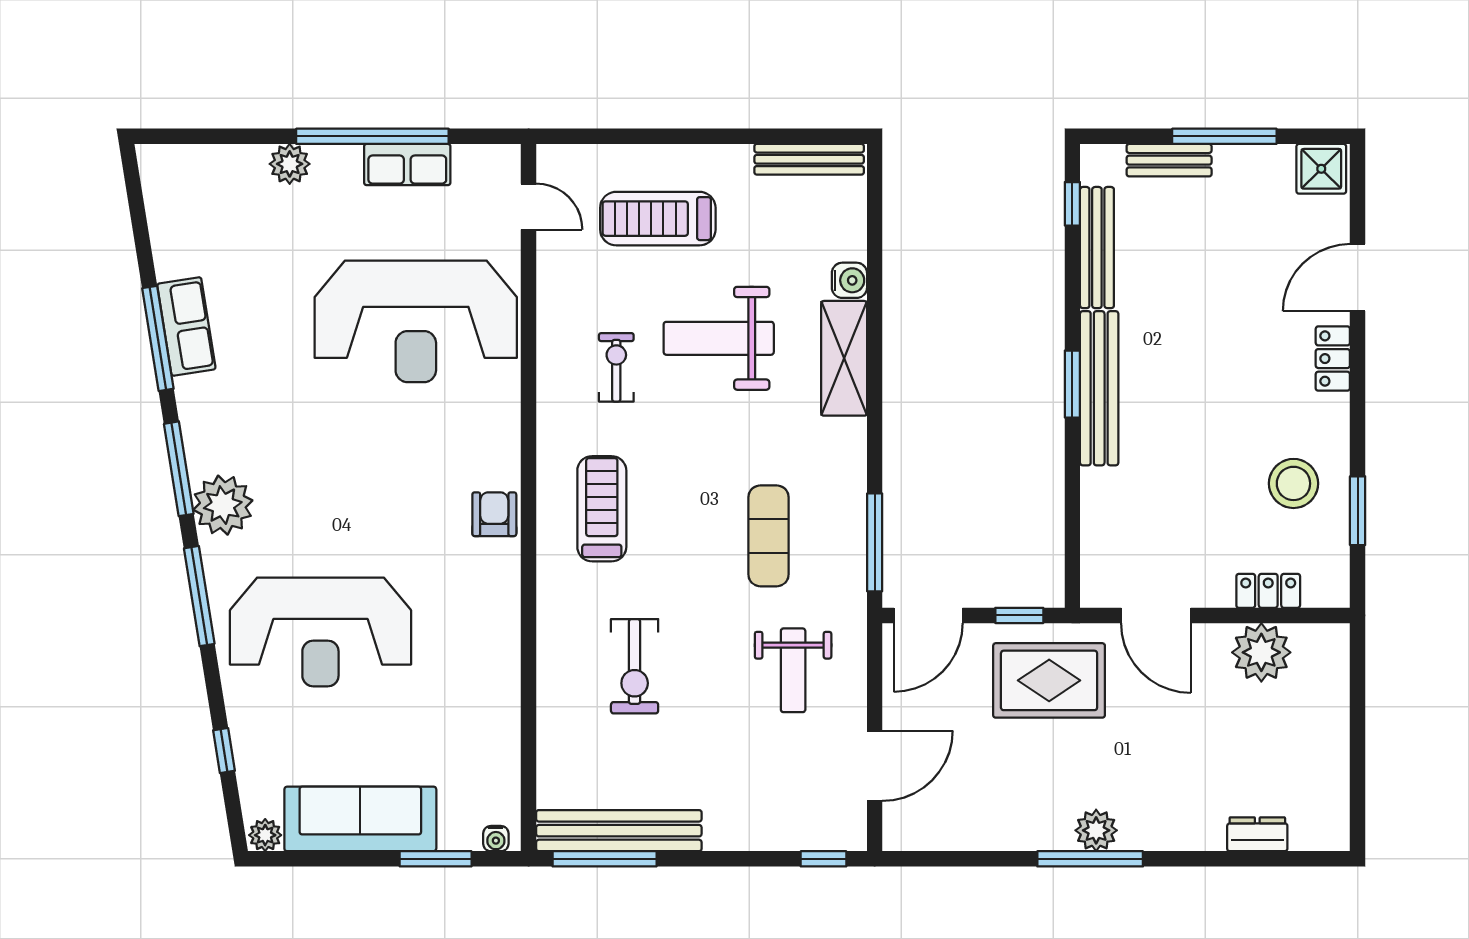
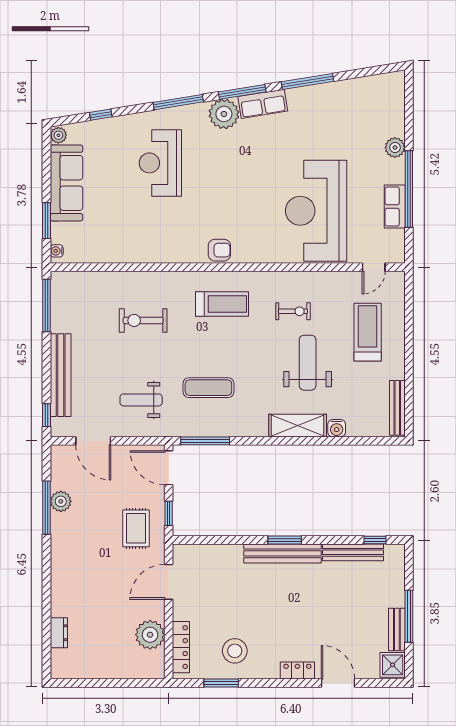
bench: (1169, 160) -> (397, 629), moved
row of seats: (186, 326) -> (263, 104), moved
locker: (1268, 591) -> (181, 647), width x1.53
reception desk: (320, 632) -> (160, 163), width x0.74, depth x0.77
rug: (1049, 680) -> (136, 528), width x0.73, depth x0.70
plant: (1096, 830) -> (61, 501), moved
bench: (619, 831) -> (61, 375), moved
window: (1090, 859) -> (47, 508), moved

